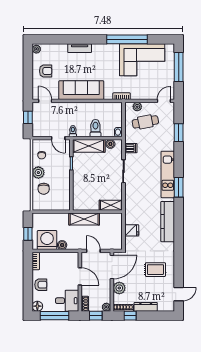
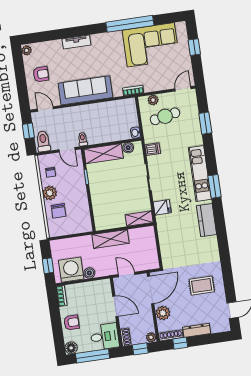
window: (179, 67) -> (194, 47), width x0.46
toilet: (95, 128) -> (43, 141), moved
kitchen counter: (168, 222) -> (207, 220), width x0.67
fridge: (132, 230) -> (162, 207), moved

